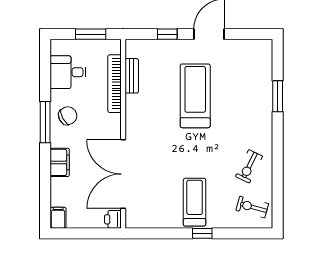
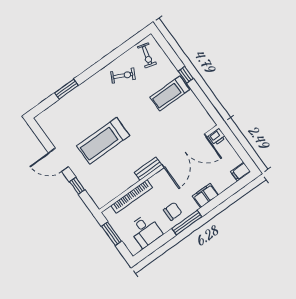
bench: (132, 76) -> (148, 169), moved
chair: (68, 116) -> (173, 211), turned 118

